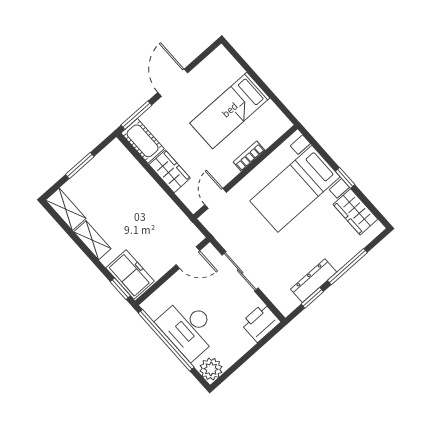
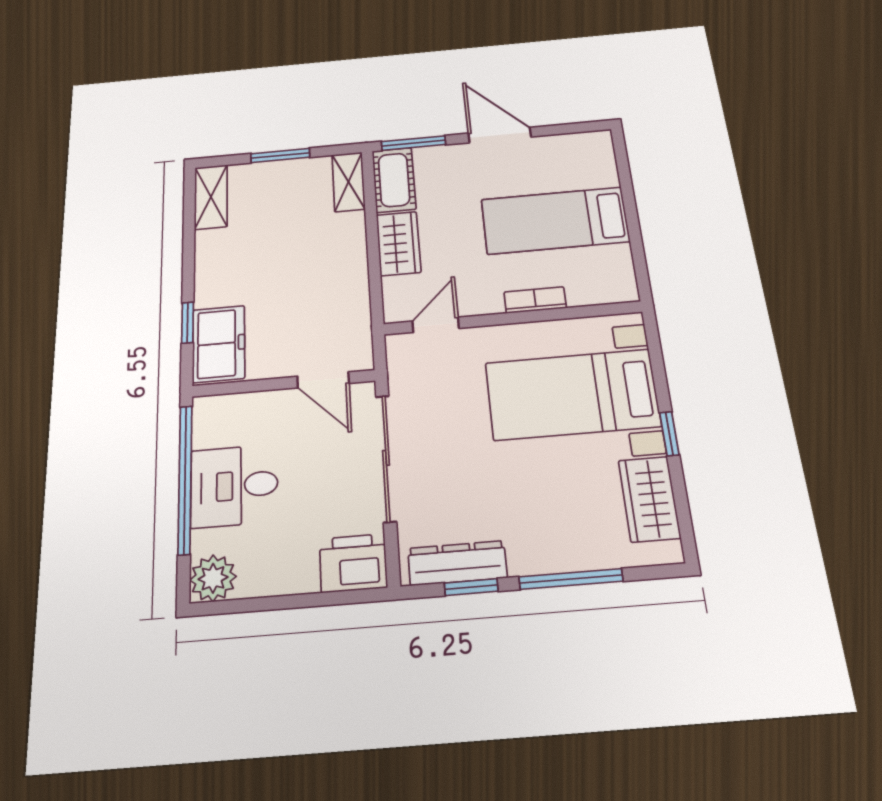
door: (173, 83) -> (500, 135), hinge flipped
shelving: (92, 240) -> (348, 182), moved
sliding door: (240, 271) -> (386, 458), width x1.37
dresser: (314, 281) -> (457, 563), moved
window: (120, 289) -> (188, 323), moved
desk: (188, 328) -> (234, 486), width x0.73

